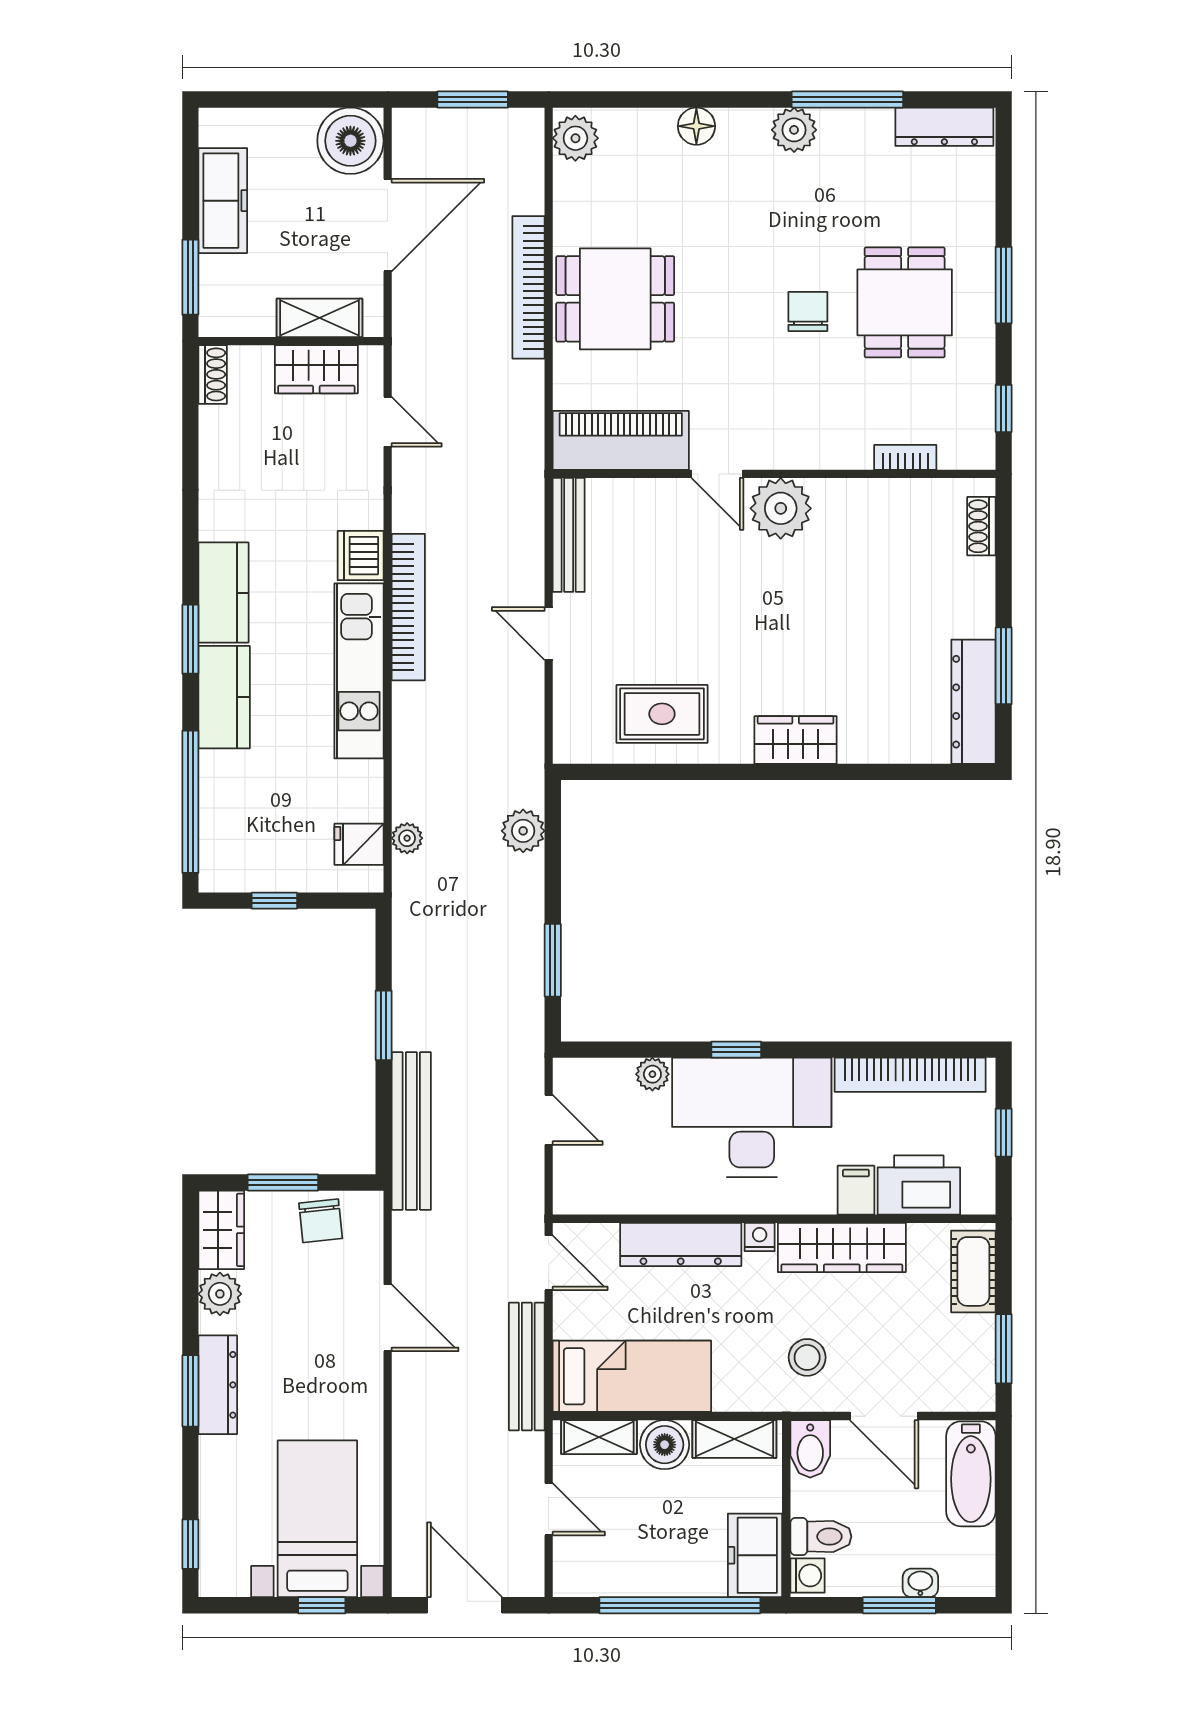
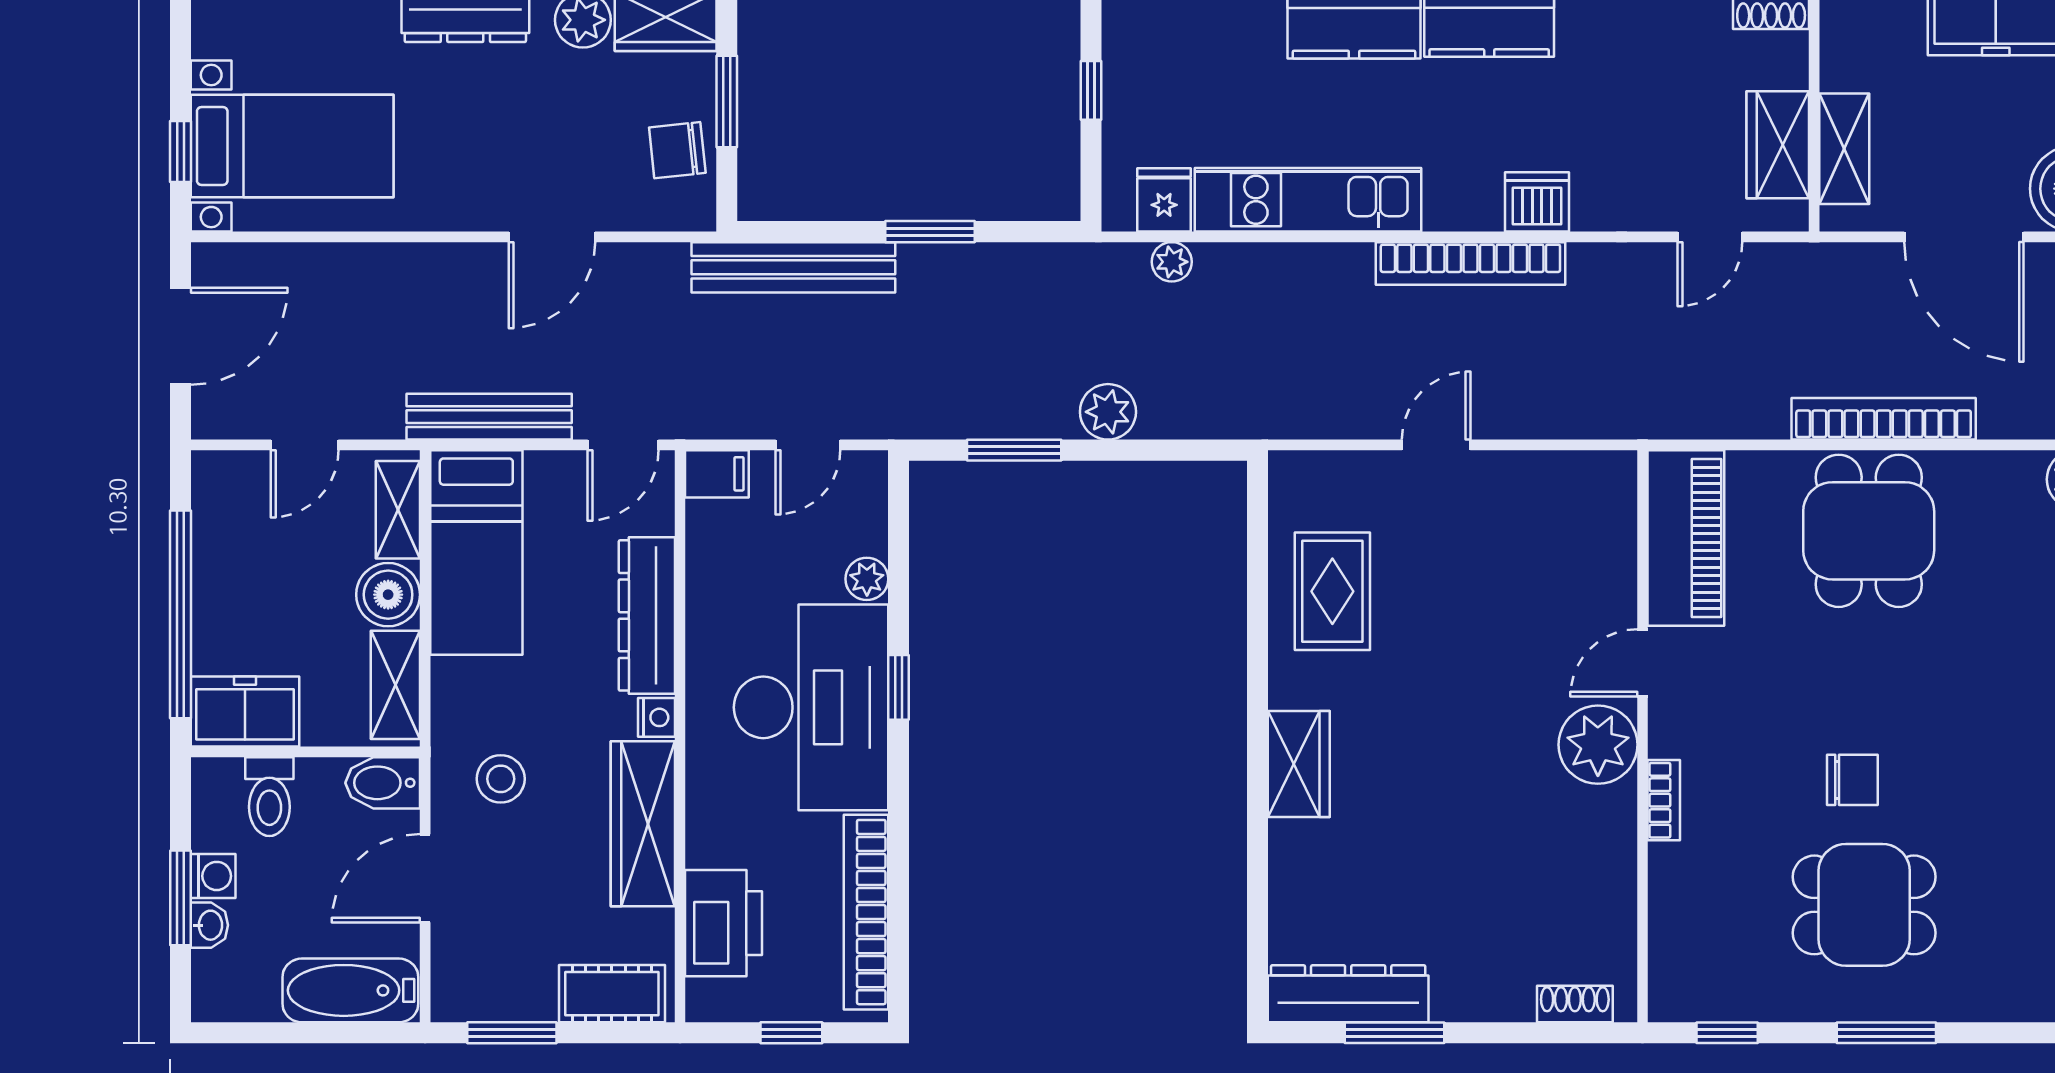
bookcase: (905, 457) -> (1664, 800), moved
bench: (569, 535) -> (1564, 471), removed
kitchen unit: (359, 671) -> (1308, 200), moved
plant: (523, 831) -> (1108, 412), moved
filing cabinet: (856, 1190) -> (717, 474), moved
washing machine: (807, 1575) -> (213, 876), moved, turned -90

